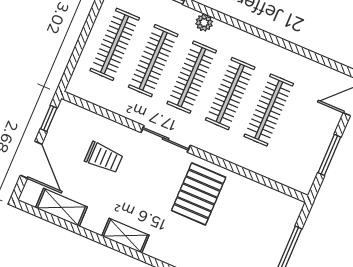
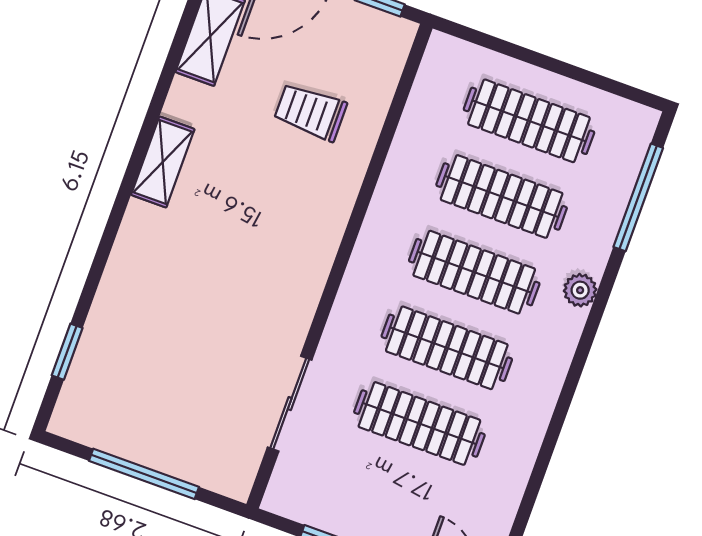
sliding door: (166, 139) -> (290, 404), moved
trolley: (104, 158) -> (310, 112), turned 90
pallet: (199, 194) -> (251, 298), removed

